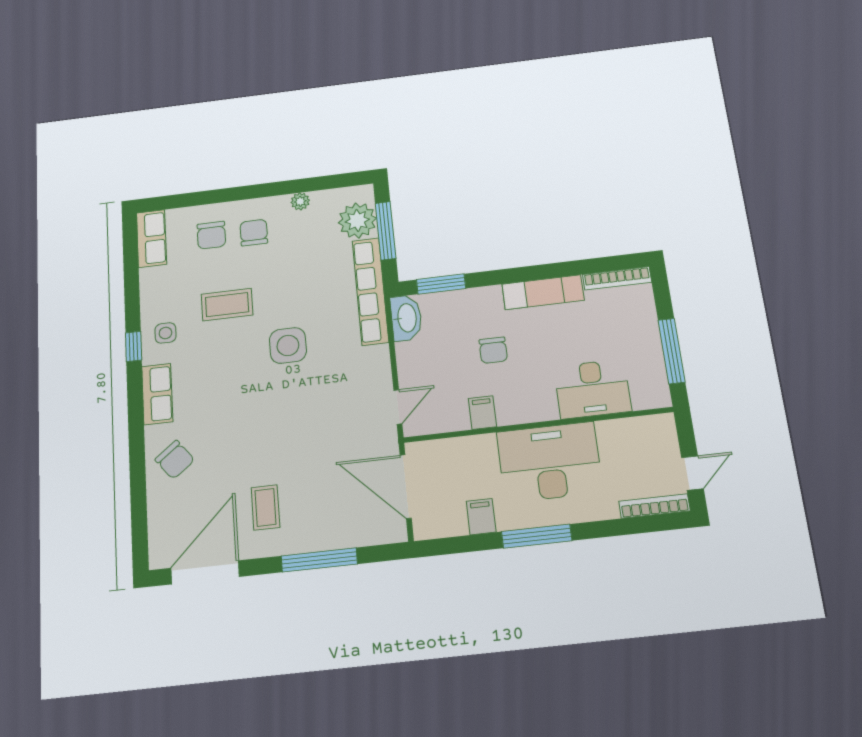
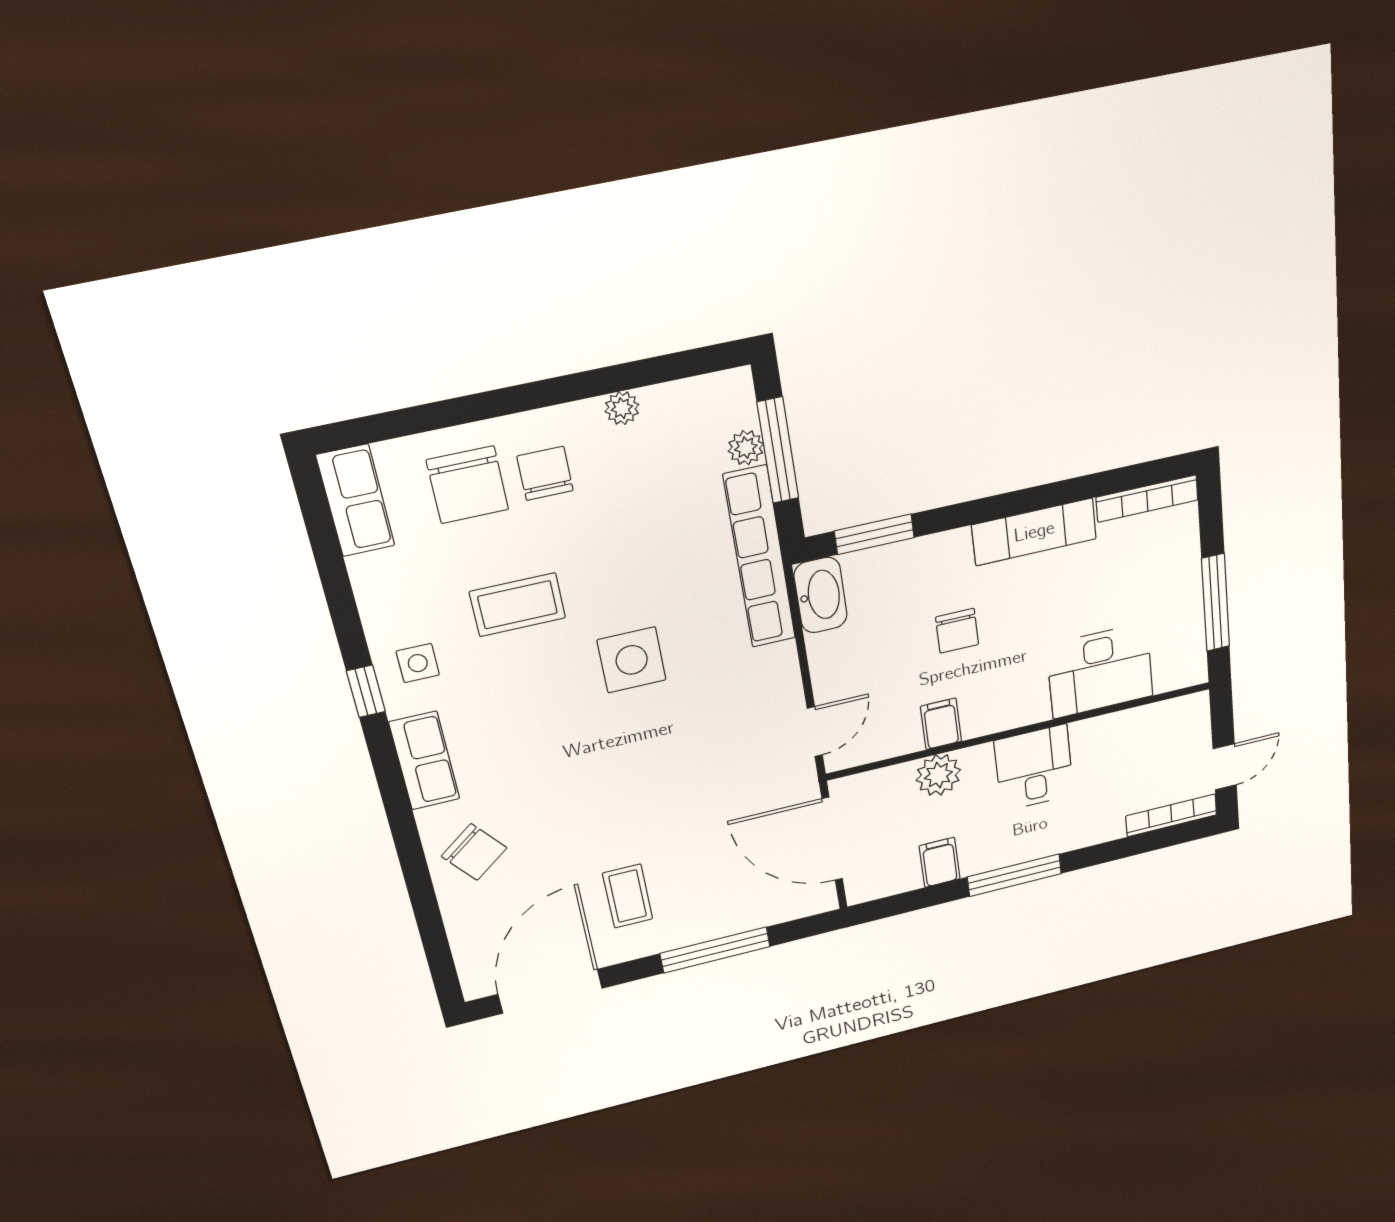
plant: (357, 221) -> (746, 448), width x0.53, depth x0.53
chair: (211, 235) -> (468, 485), width x1.37, depth x1.37
plant: (480, 449) -> (938, 775), added
desk: (550, 462) -> (1034, 768), width x0.53, depth x0.77

